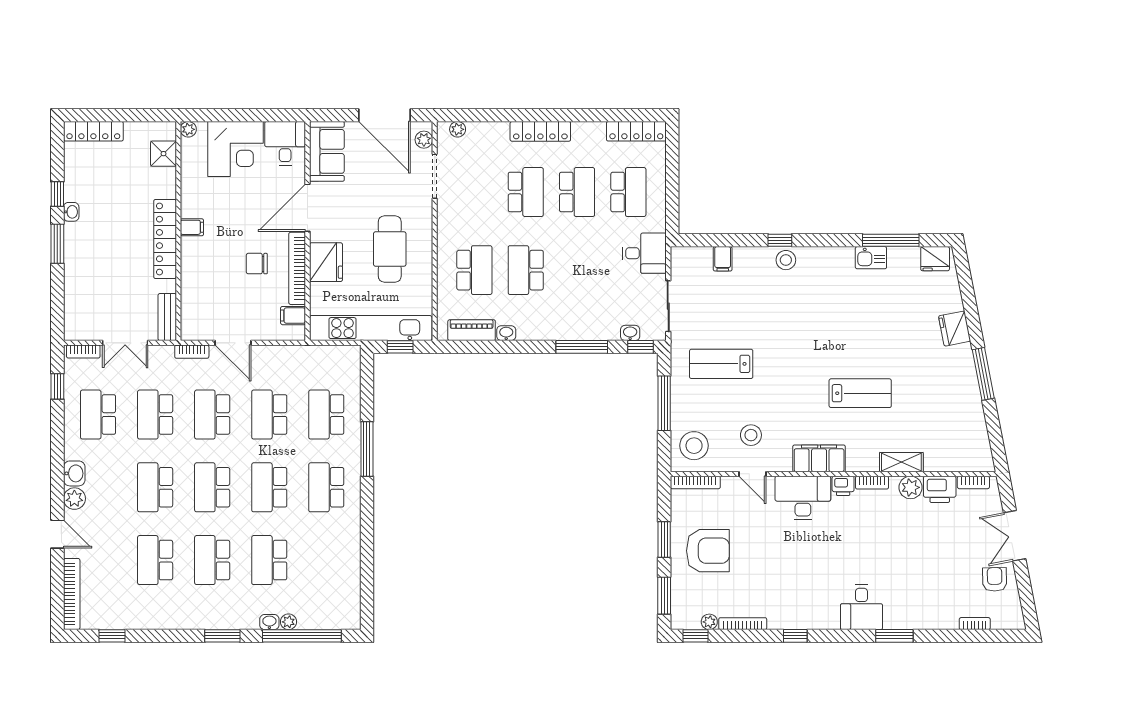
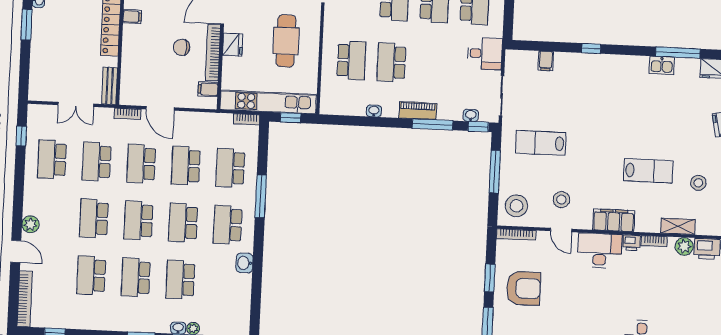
stool: (786, 260) -> (698, 183), moved
fridge: (326, 262) -> (233, 45), width x0.73, depth x0.75
piano: (472, 330) -> (418, 111), moved
bookcase: (83, 351) -> (247, 119), moved
washbasin: (74, 473) -> (244, 263), moved, turned 180

